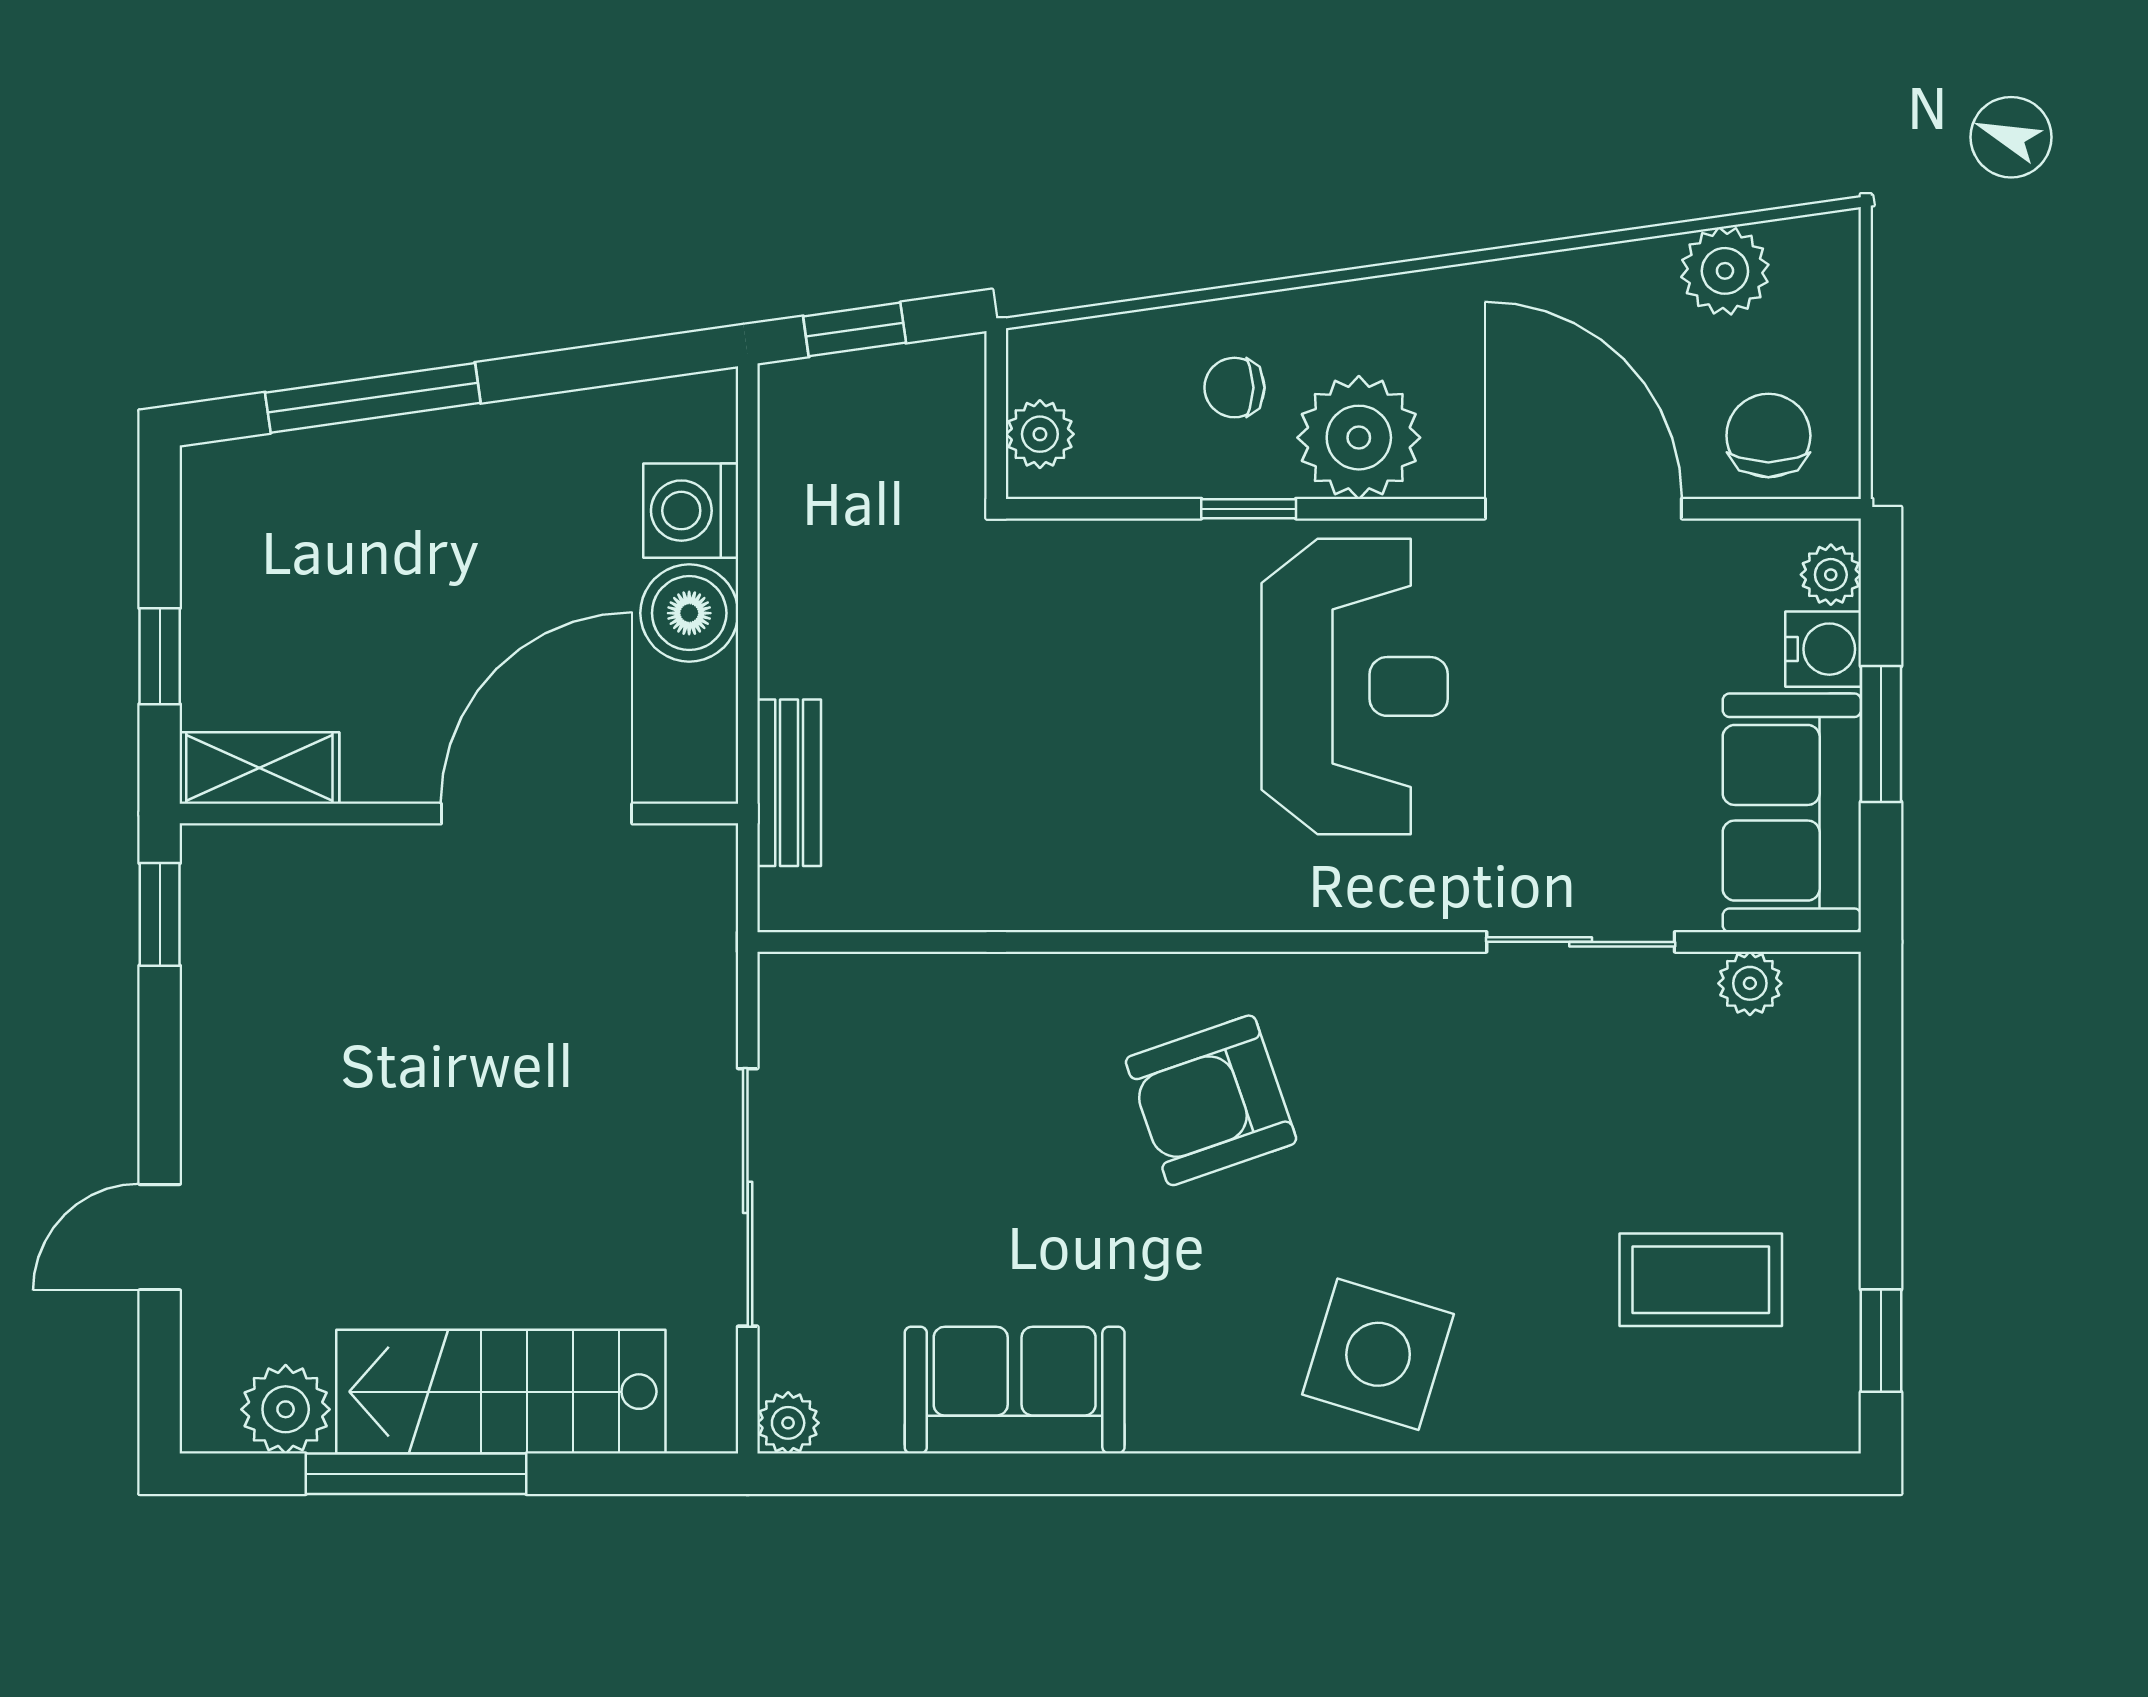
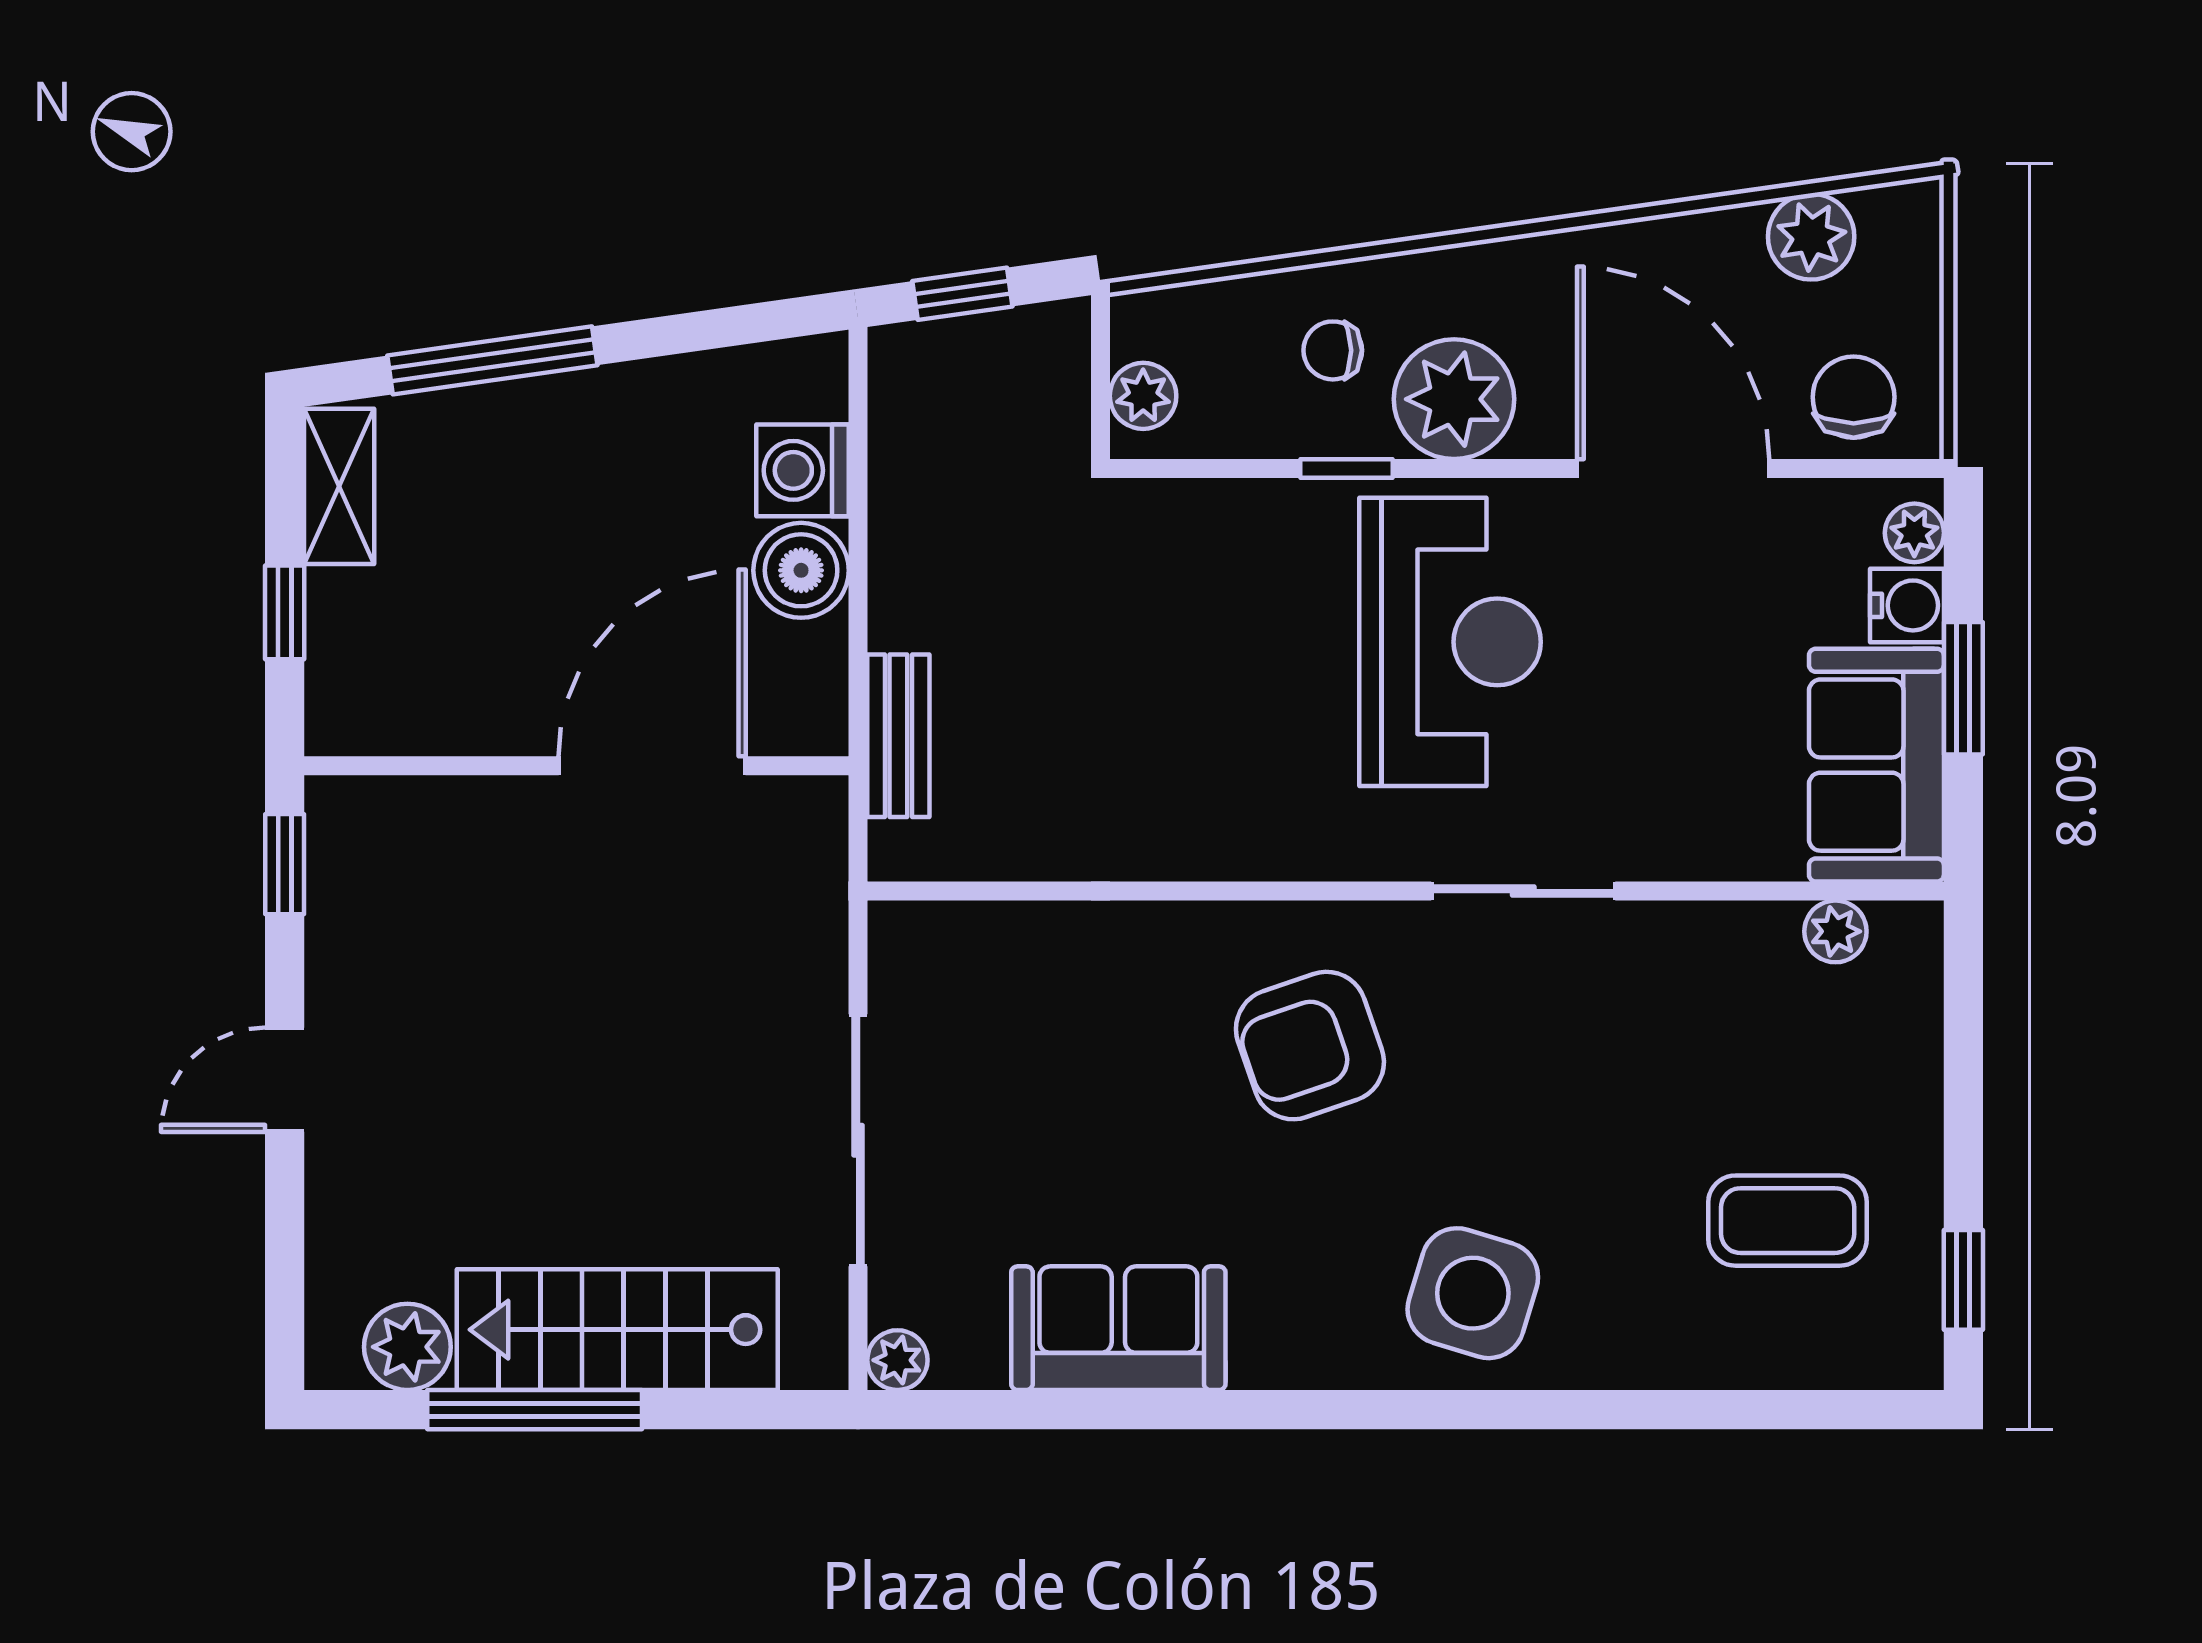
shelving: (259, 768) -> (339, 486), moved, turned 90
sliding door: (1581, 942) -> (1523, 891), moved
door: (160, 1237) -> (285, 1080), moved

